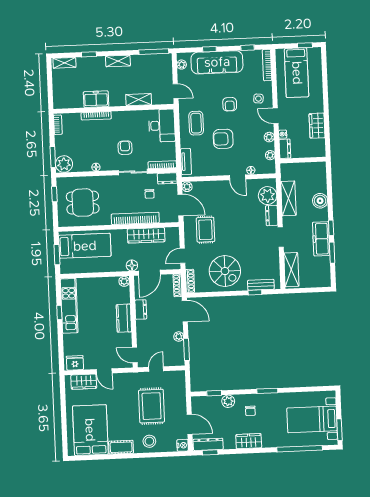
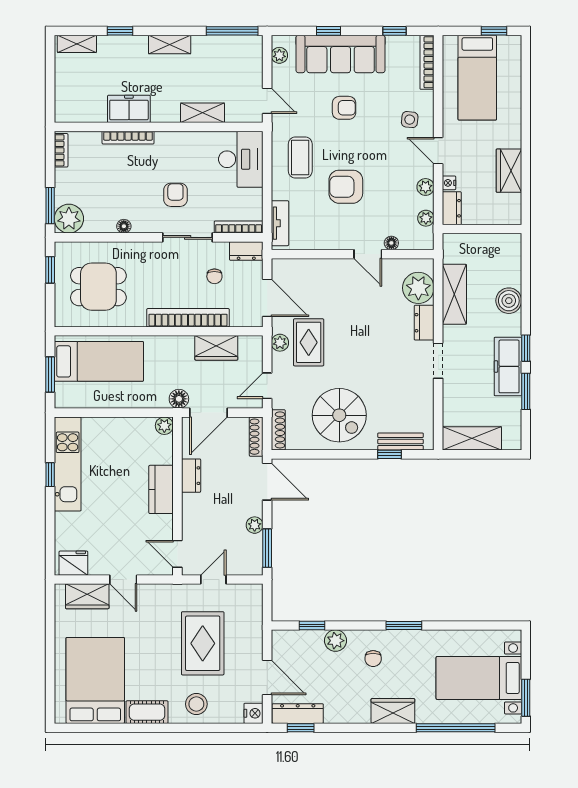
armchair: (230, 104) -> (344, 108), moved, turned -90
plant: (187, 187) -> (280, 343), moved
wardrobe: (146, 235) -> (216, 348), width x0.67
shelving: (291, 270) -> (472, 438), moved, turned 90
wardrobe: (249, 441) -> (393, 711), moved

